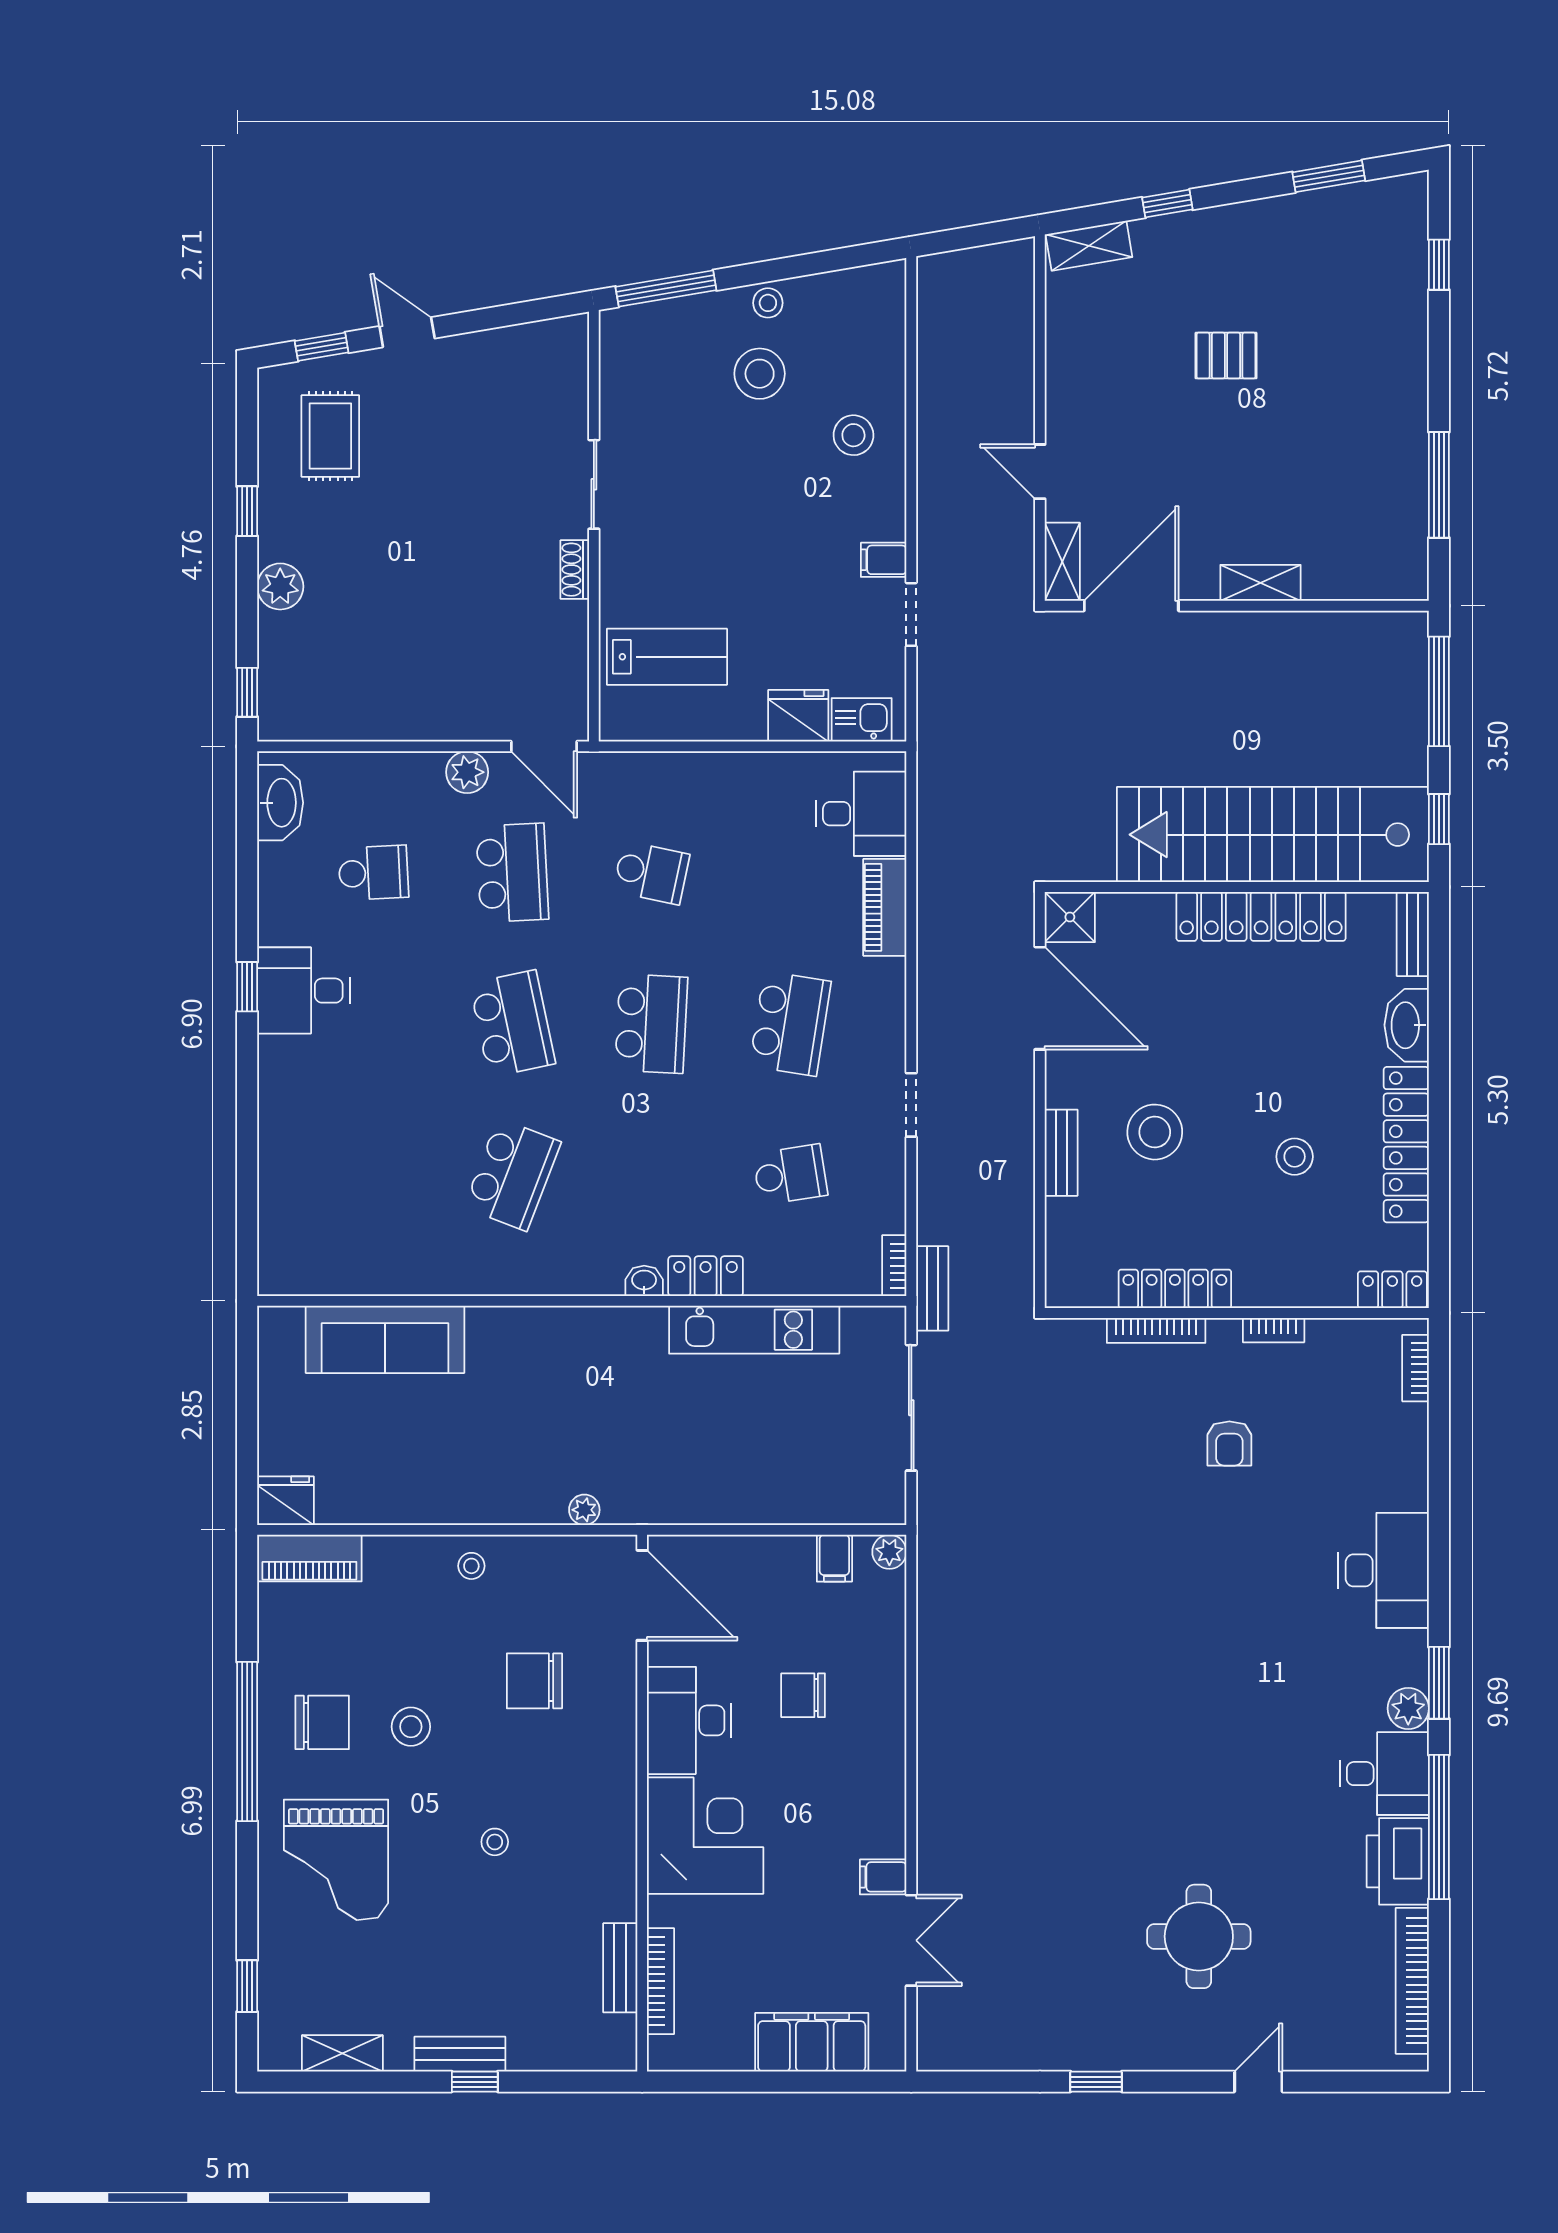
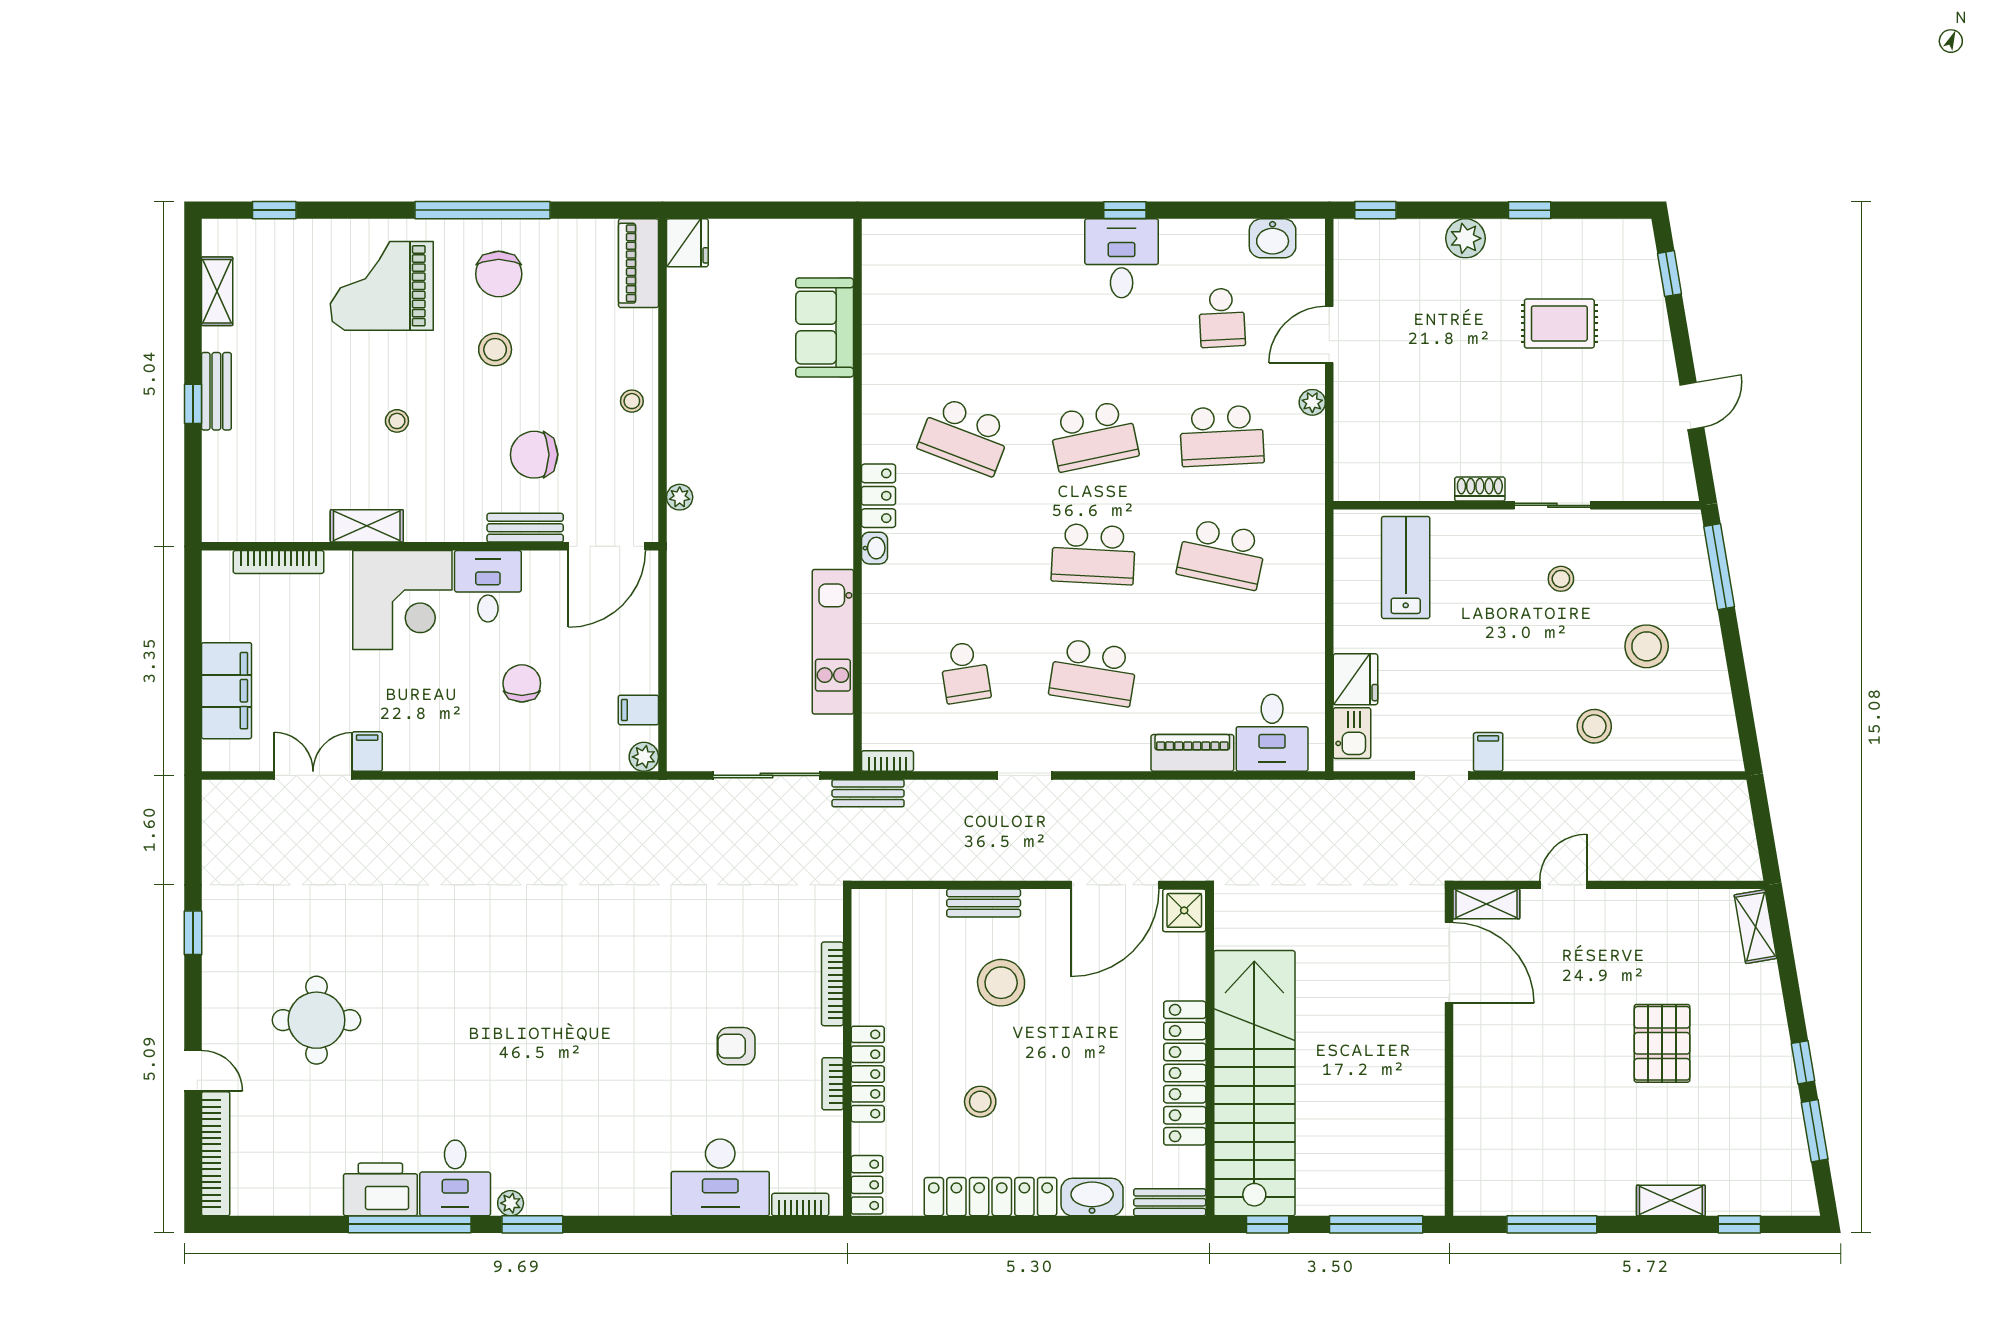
window: (1167, 204) -> (1803, 1062), moved
stool: (768, 303) -> (1561, 579), moved
door: (407, 332) -> (1692, 406), moved
pallet: (1226, 356) -> (1662, 1043), width x1.50, depth x1.42
rug: (330, 436) -> (1559, 323), moved
shelving: (1260, 583) -> (1671, 1200), moved, turned 90
lab bench: (667, 657) -> (1406, 567), turned 180
door: (544, 746) -> (1329, 335), moved
plant: (467, 772) -> (1312, 402), width x0.73, depth x0.73
washbasin: (280, 803) -> (1273, 238), width x0.72
school desk: (651, 873) -> (1222, 554), width x1.85
locker: (706, 1276) -> (878, 496), moved
locker: (1175, 1289) -> (868, 1074), moved
sofa: (385, 1339) -> (825, 328), width x0.73
desk: (1384, 1570) -> (720, 1177), moved
chair: (534, 1681) -> (534, 455), turned -90
plant: (1408, 1708) -> (511, 1203), width x0.73, depth x0.73
desk: (689, 1720) -> (488, 586), width x0.73
shelving: (618, 1877) -> (367, 526), added
double door: (911, 1940) -> (313, 775), swing flipped
bench: (620, 1968) -> (525, 528), moved
bookcase: (1412, 1981) -> (216, 1154), moved, turned 90

